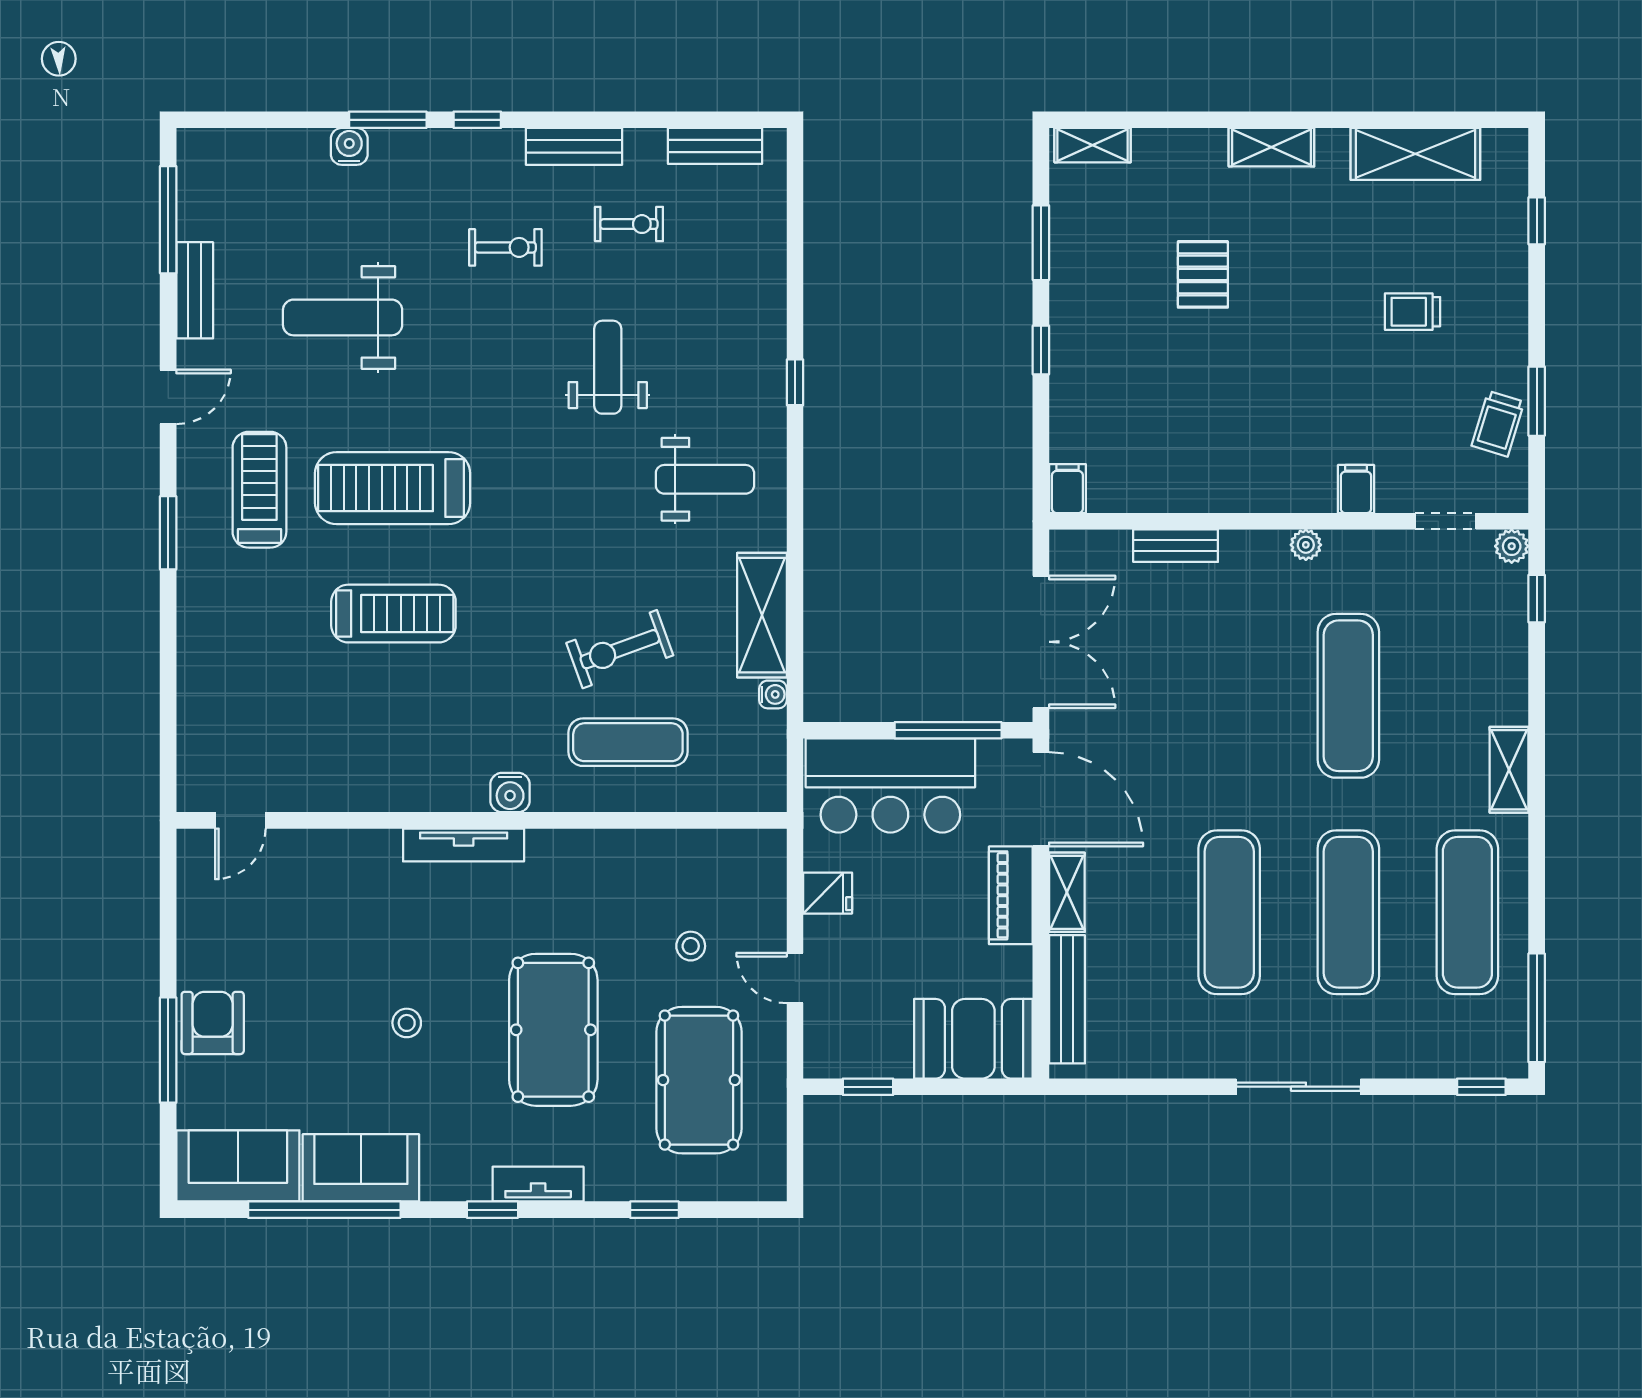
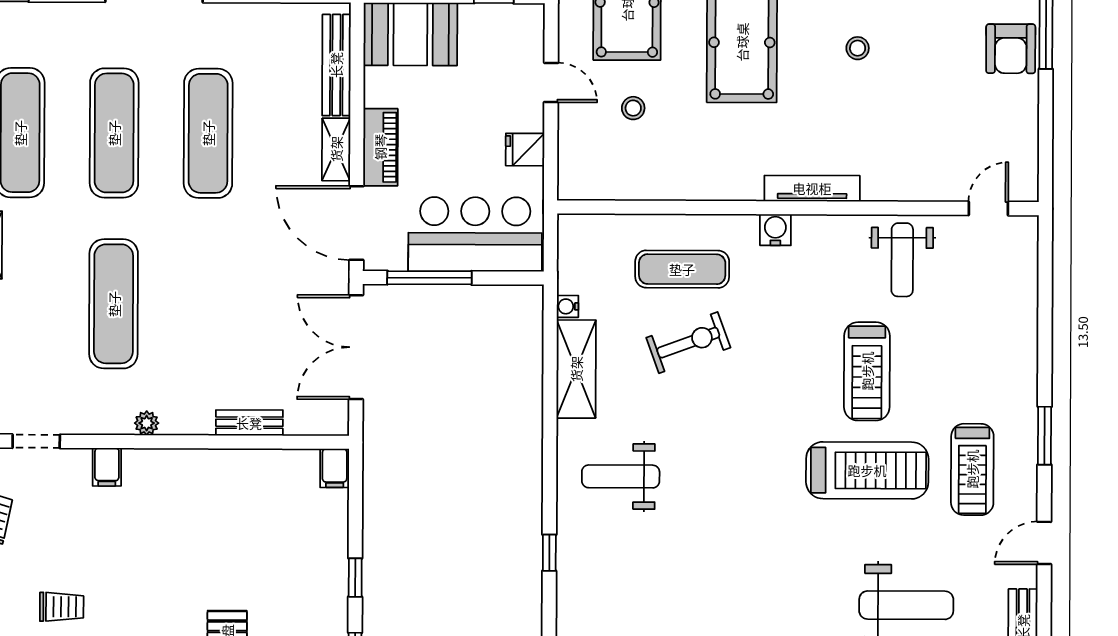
weight bench: (608, 367) -> (902, 260), moved
treadmill: (393, 614) -> (867, 371), turned -90

